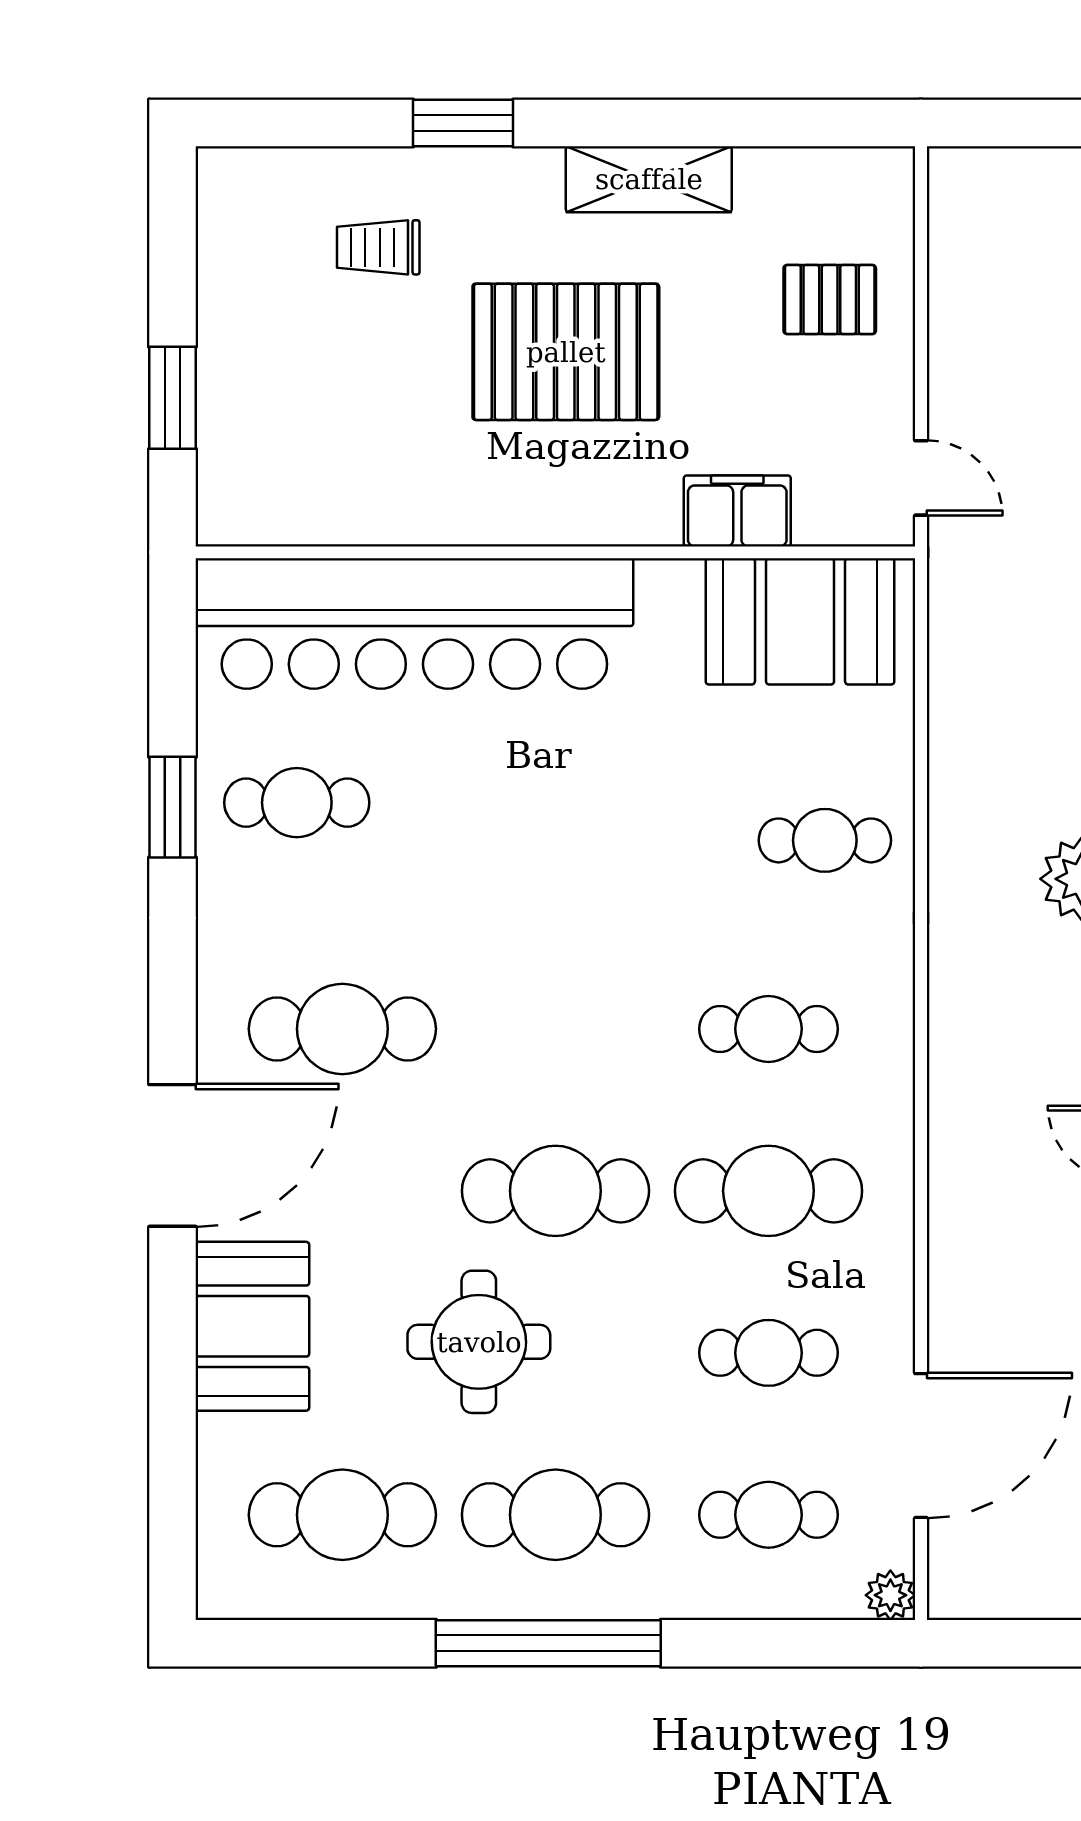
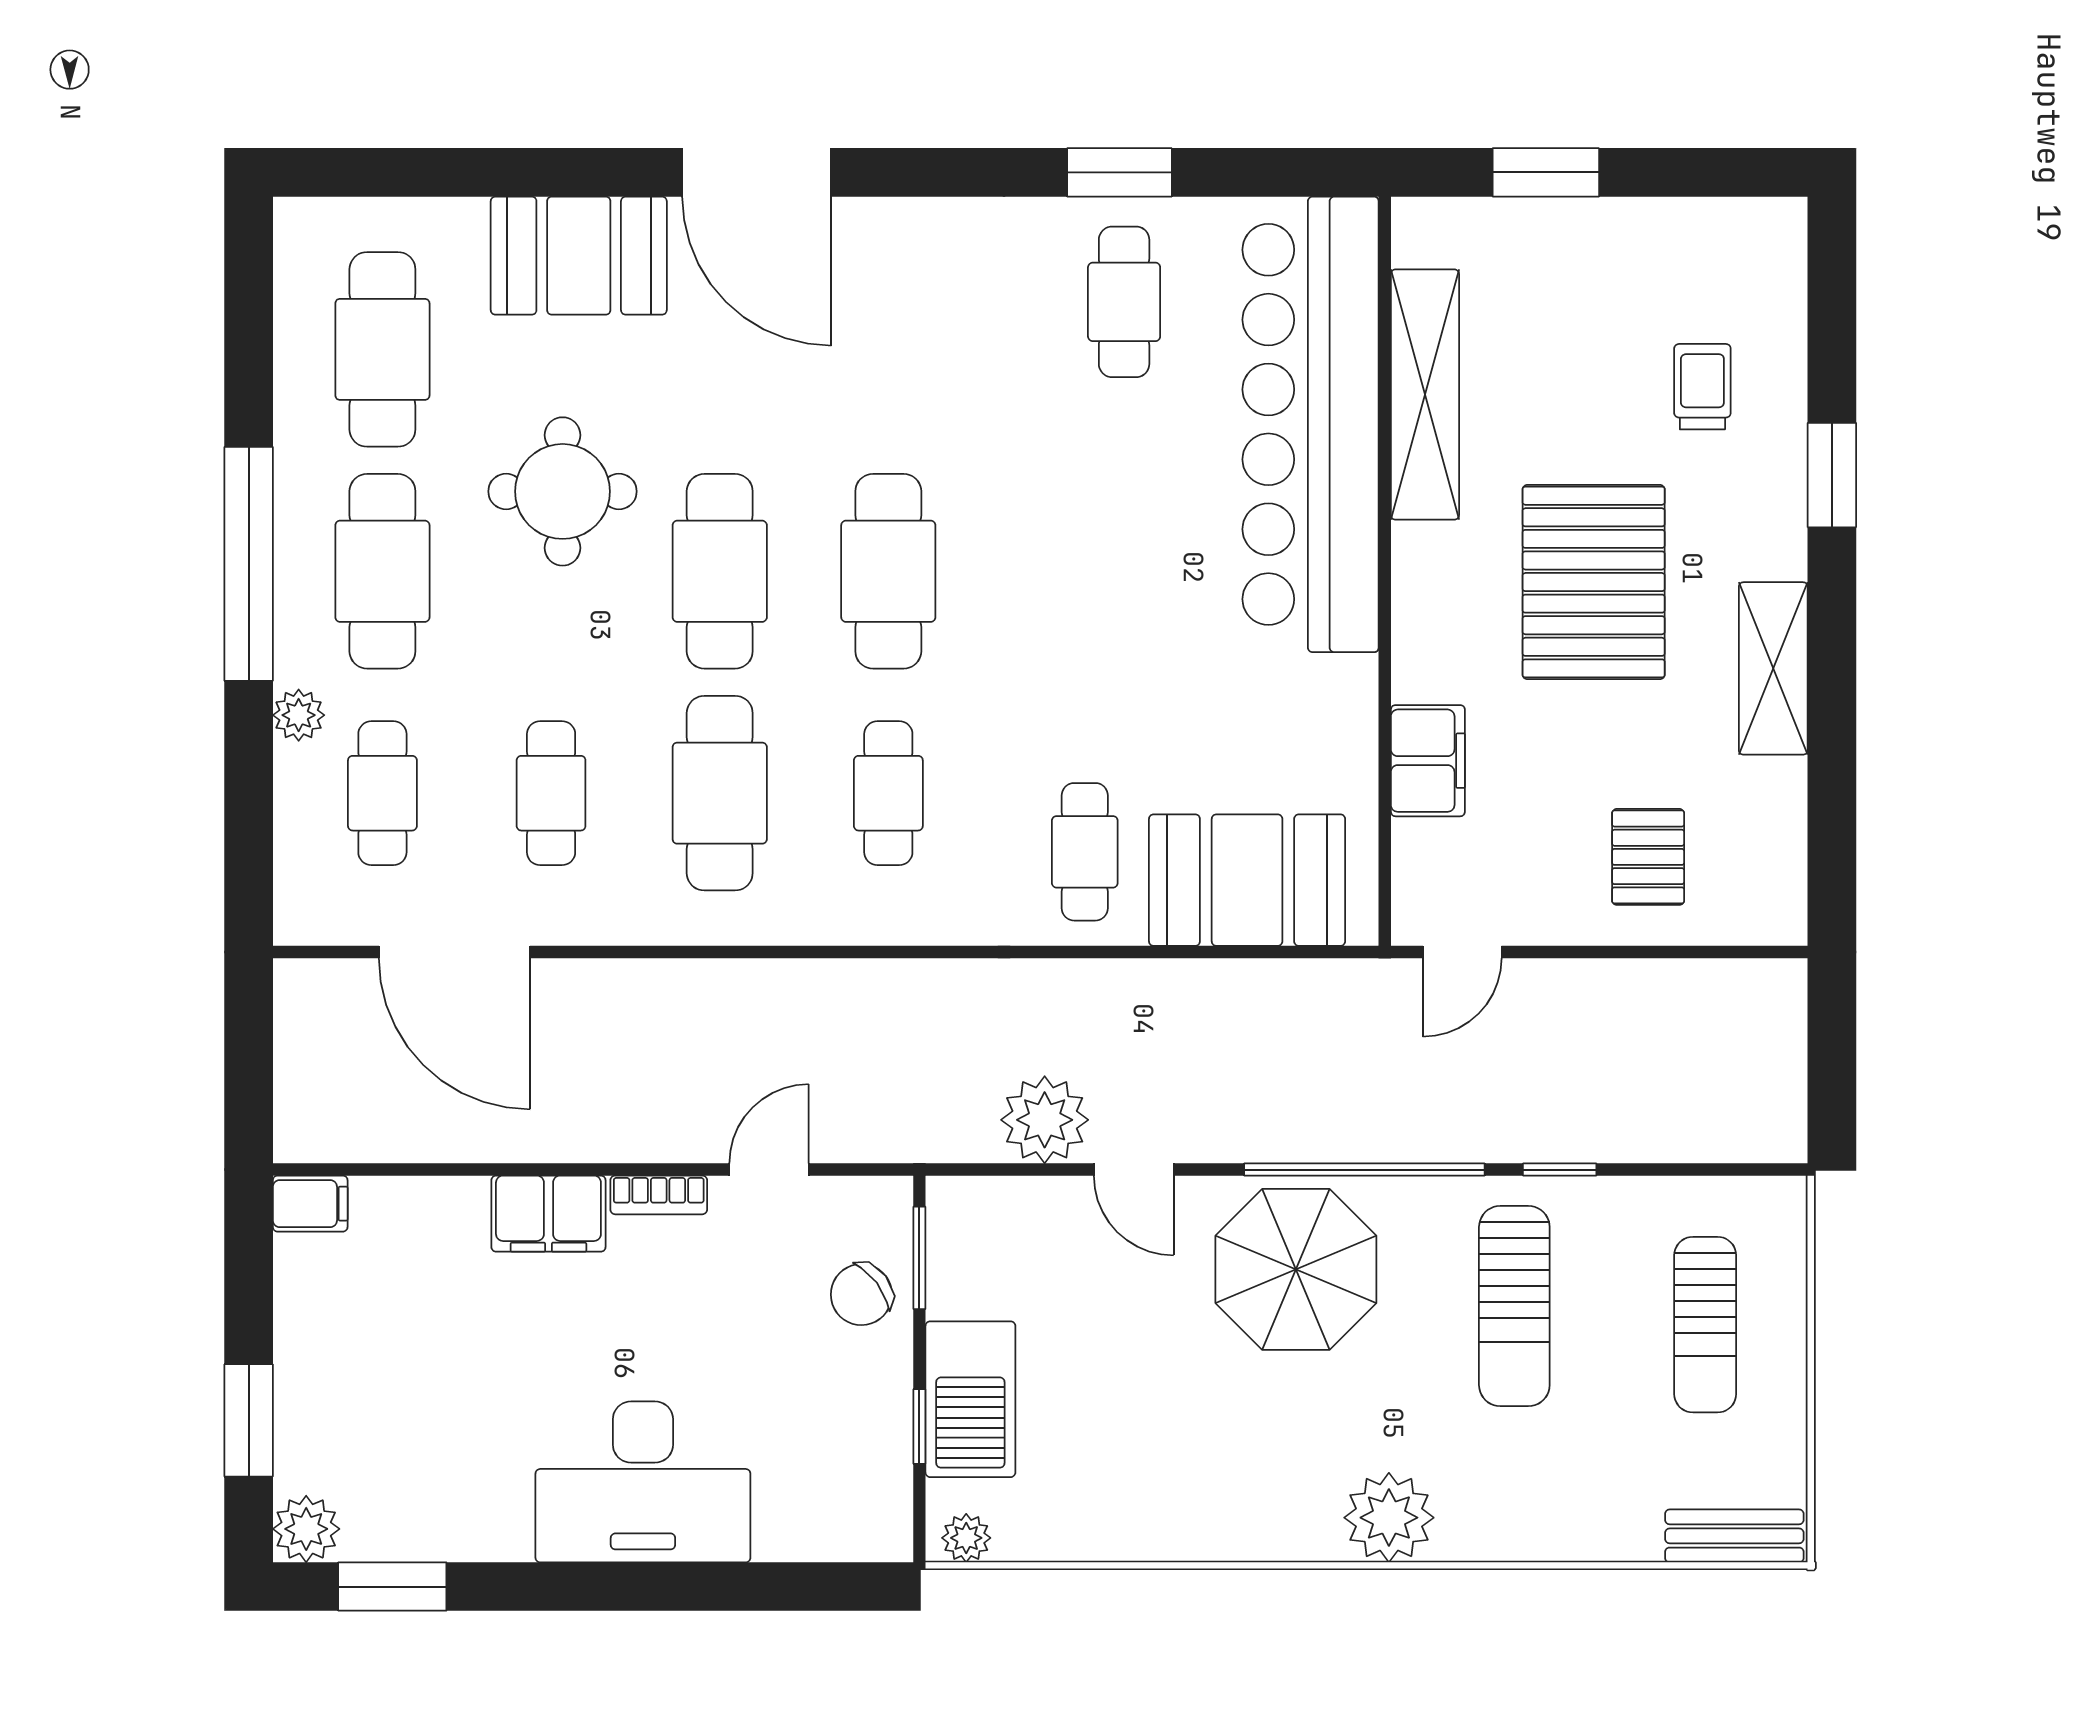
shelving: (386, 514) -> (1425, 395), added
booth: (800, 621) -> (1247, 880), moved, turned 90
cafe table: (342, 1029) -> (888, 571), moved
plant: (890, 1595) -> (299, 715), moved

